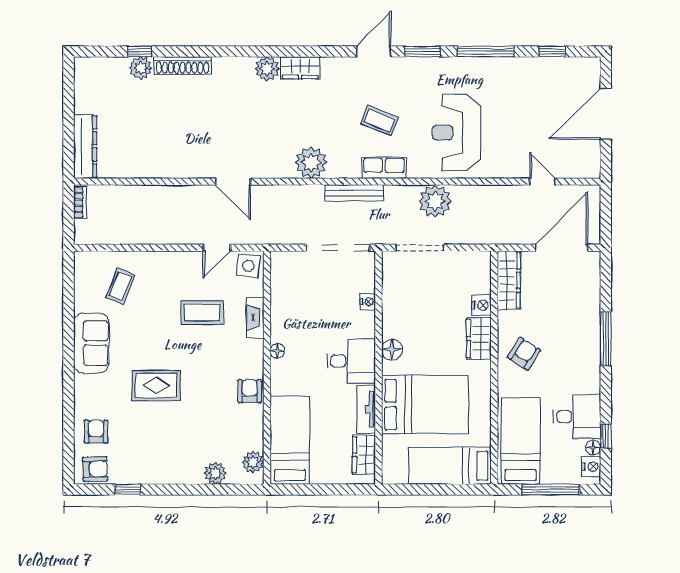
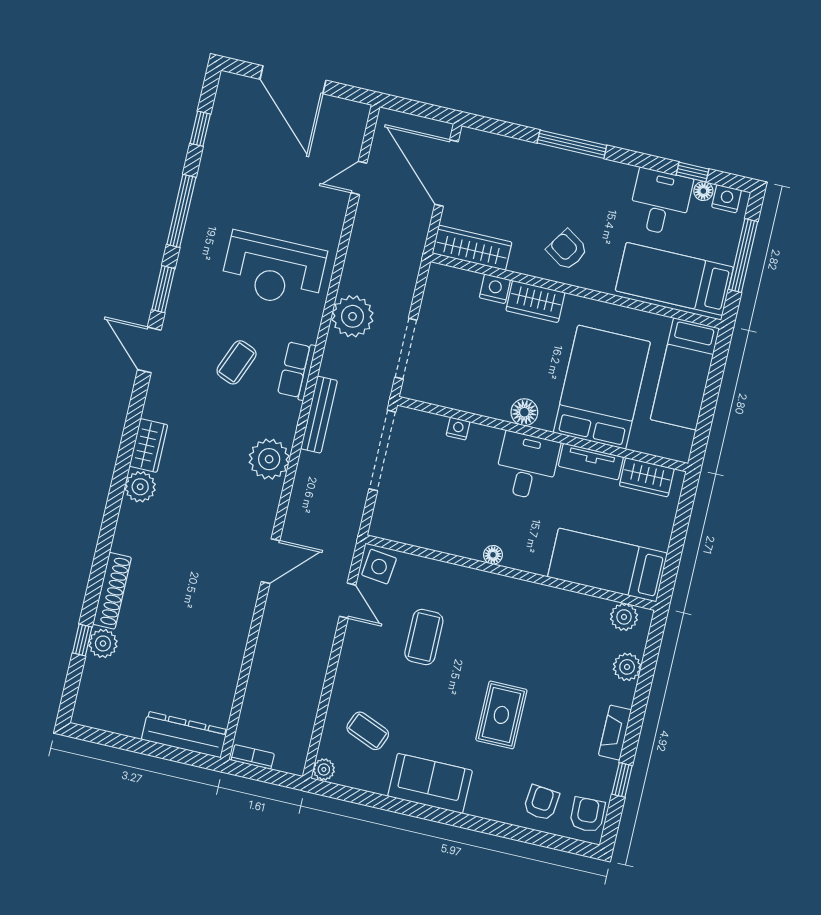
plant: (83, 259) -> (324, 769), added
fireplace: (255, 318) -> (615, 733), moved, turned 90
armchair: (250, 391) -> (535, 601), removed
armchair: (96, 432) -> (541, 803), turned 96

